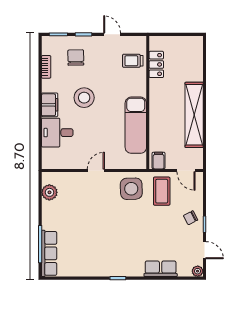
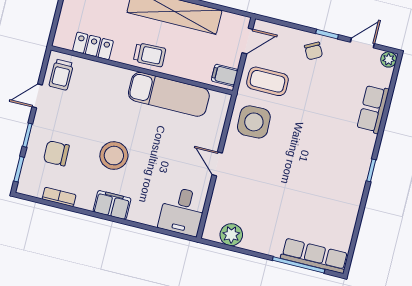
trolley: (133, 61) -> (61, 75), moved
trolley: (160, 105) -> (150, 55), added
desk: (57, 133) -> (182, 211), moved

